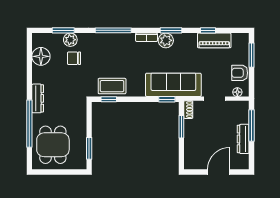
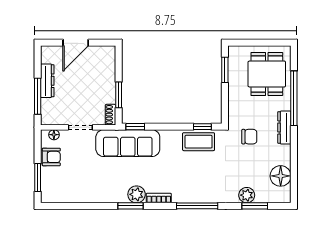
window: (208, 30) -> (88, 206), removed
piano: (214, 40) -> (81, 194), removed
chair: (74, 58) -> (249, 137), moved

